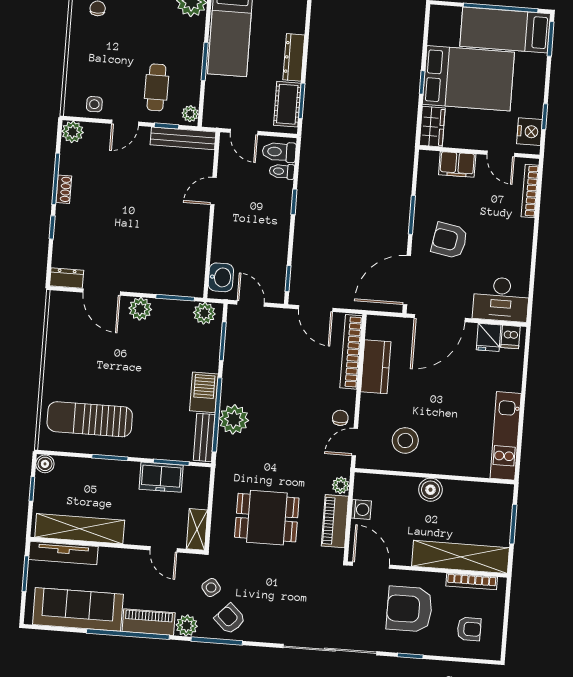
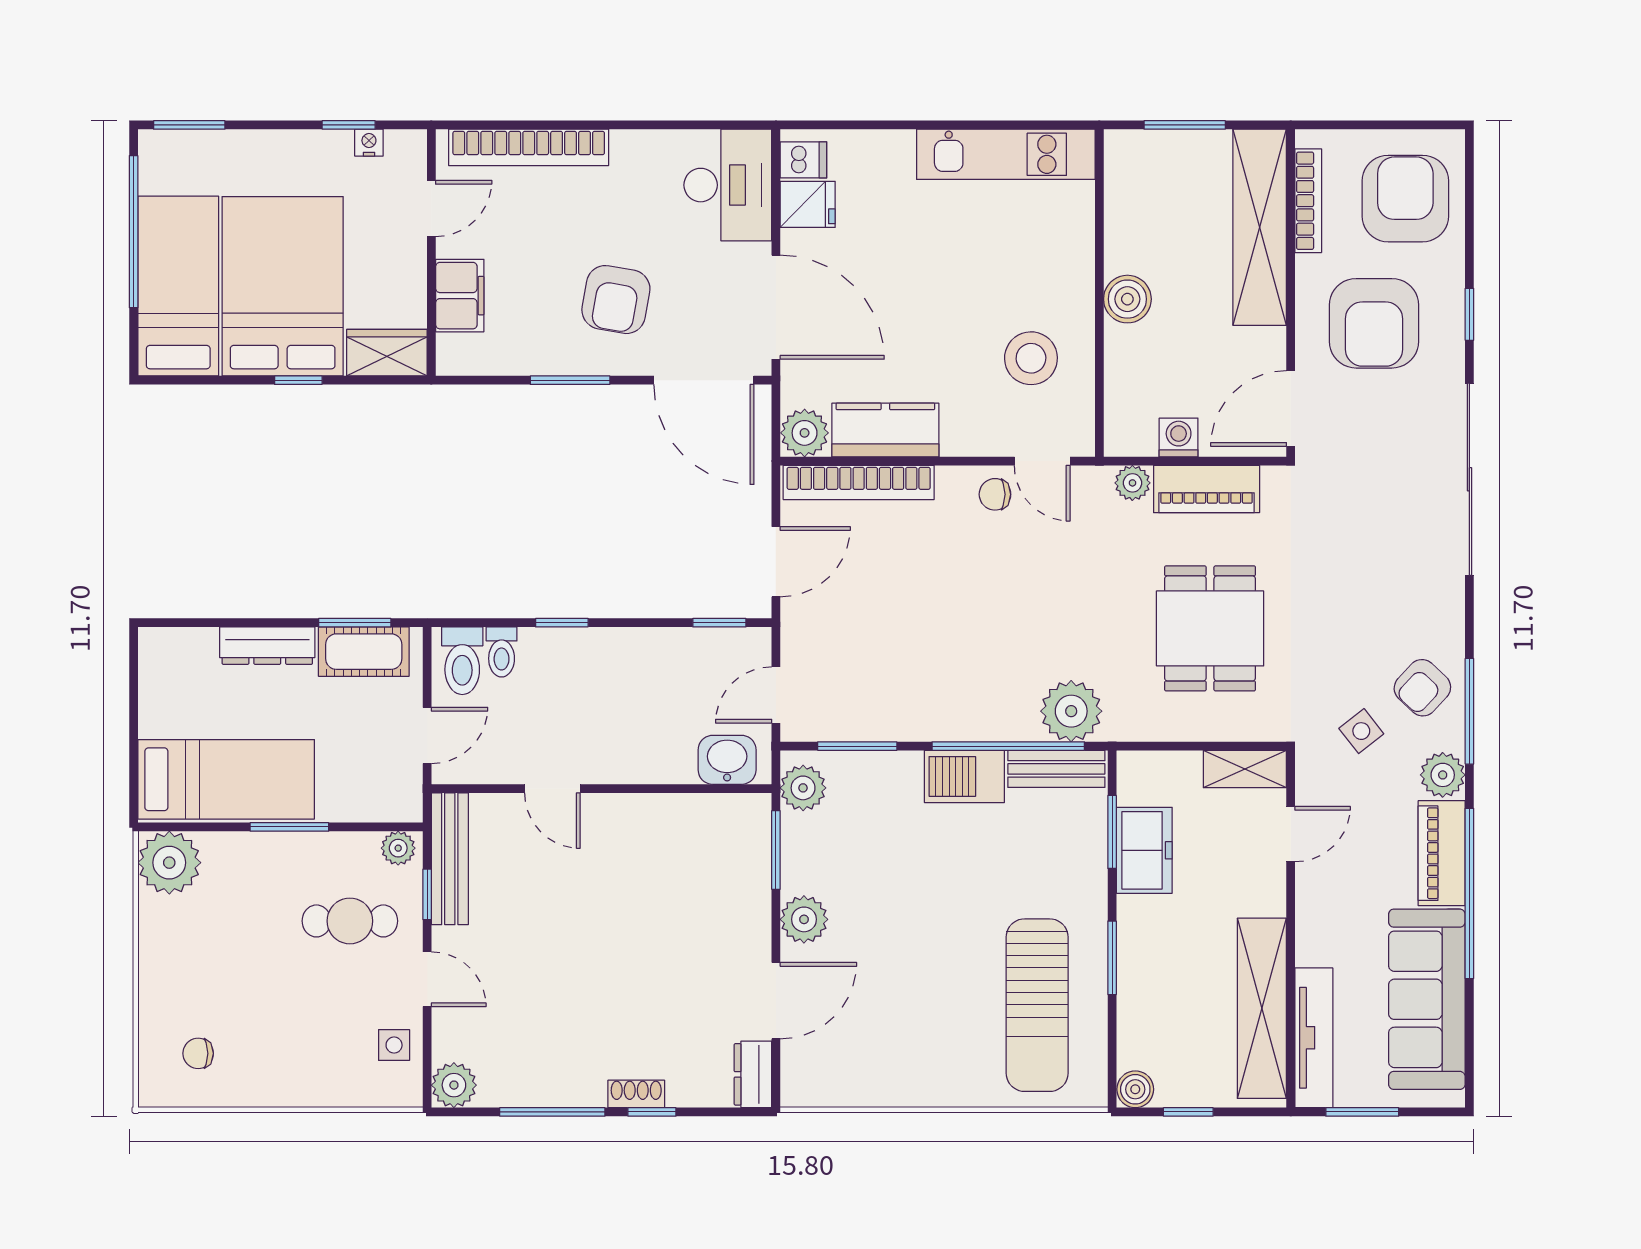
bed: (505, 30) -> (178, 286), moved, turned 180
nightstand: (530, 132) -> (369, 143), width x0.53, depth x0.56
shoe rack: (64, 189) -> (636, 1094), moved
bookcase: (530, 191) -> (529, 147), width x1.48, depth x1.31
plant: (377, 327) -> (805, 433), added
plant: (234, 419) -> (1071, 711), moved
armchair: (469, 629) -> (1405, 199), width x1.88, depth x1.88

